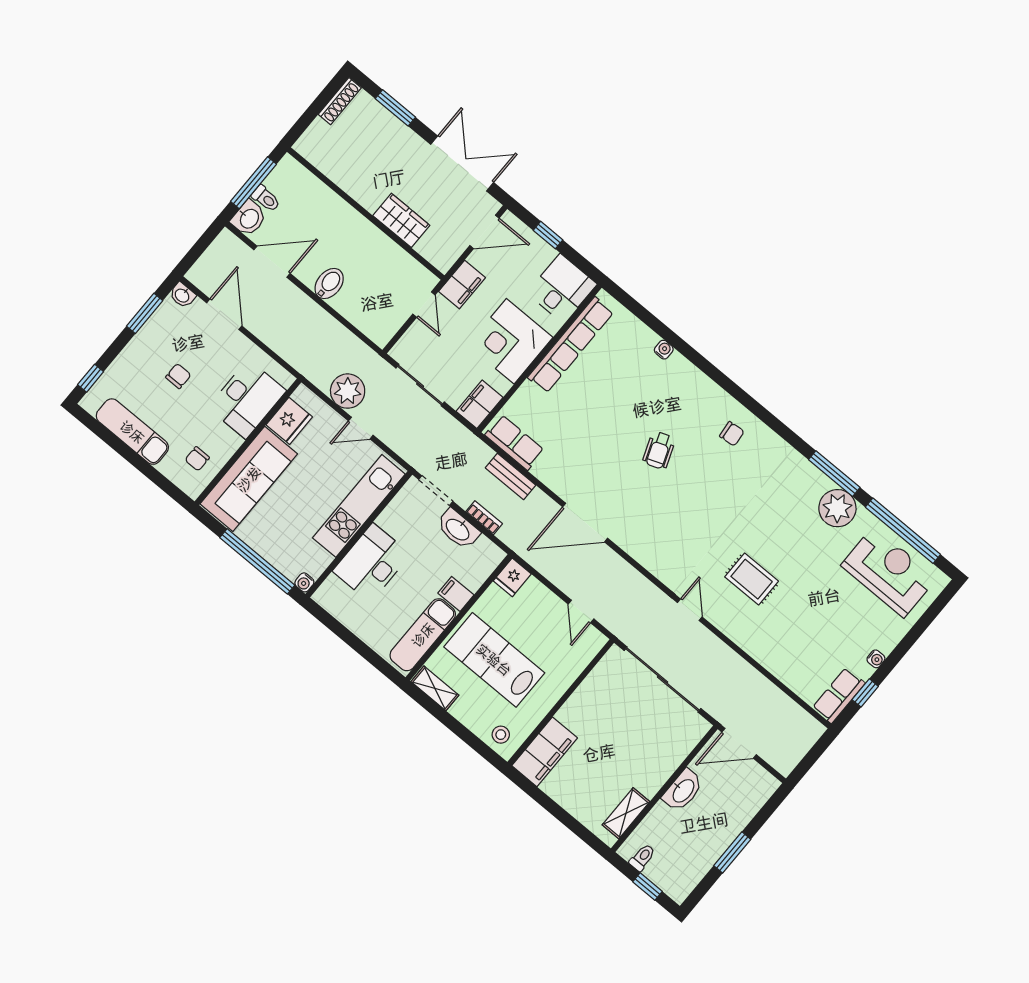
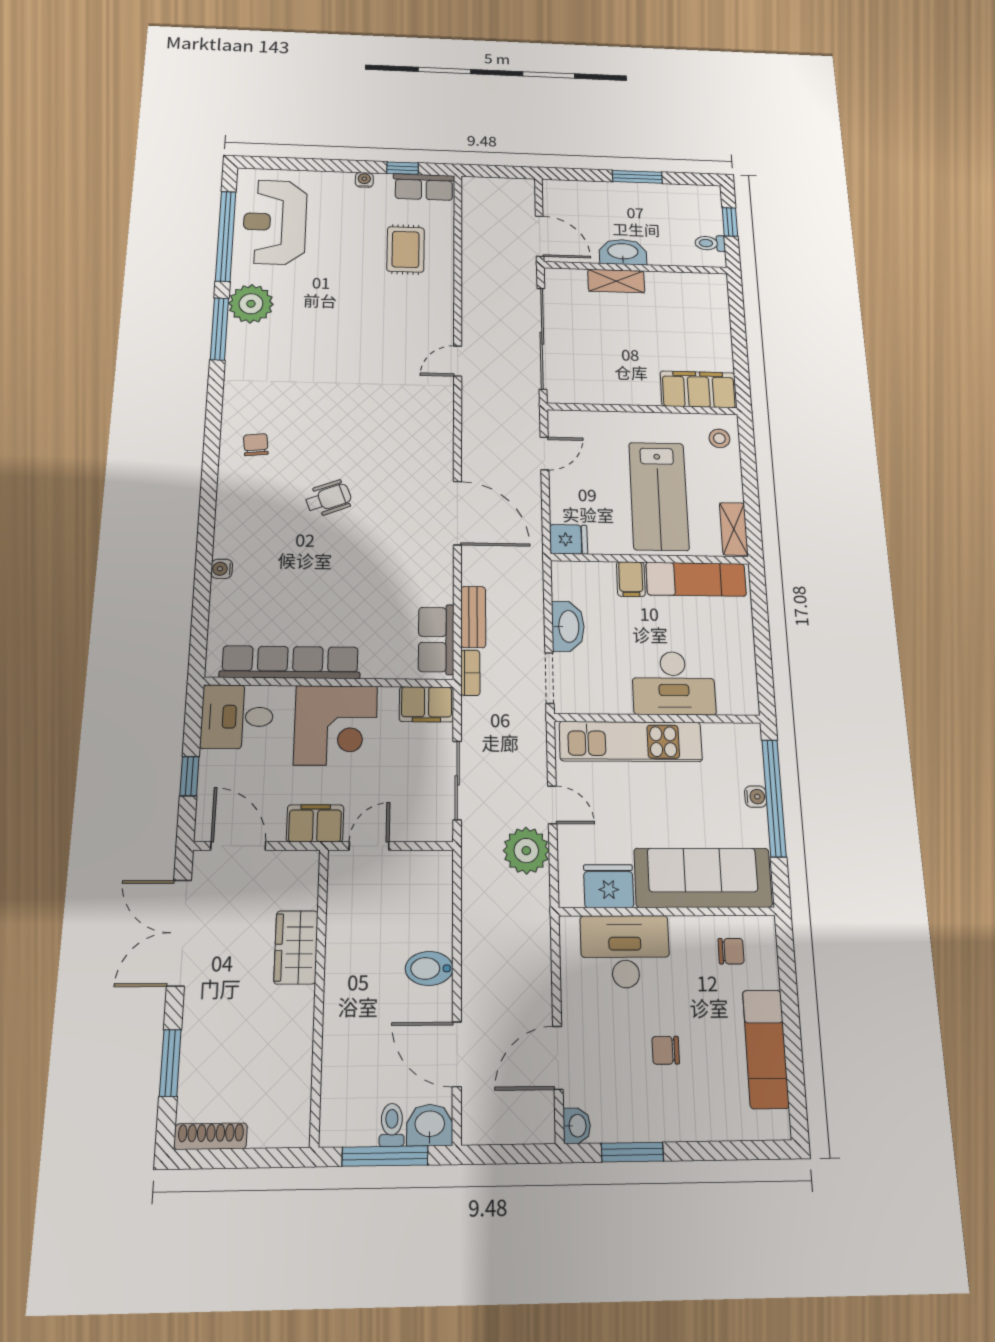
window: (91, 378) -> (753, 1150), removed
bookcase: (484, 518) -> (470, 673), moved, turned 180
rug: (752, 579) -> (406, 249), moved
water cooler: (304, 582) -> (756, 797), moved
shelving: (626, 813) -> (616, 281), moved

